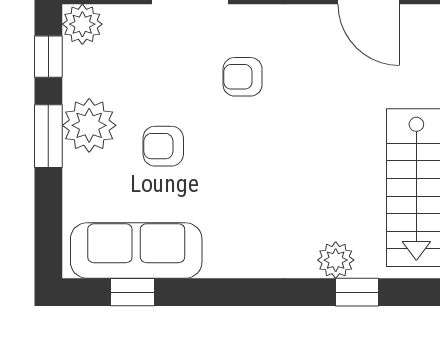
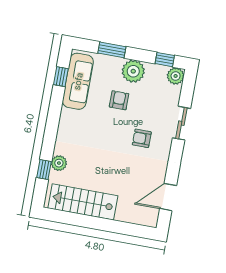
armchair: (243, 77) -> (142, 138), turned -90
window: (48, 136) -> (112, 50), moved

